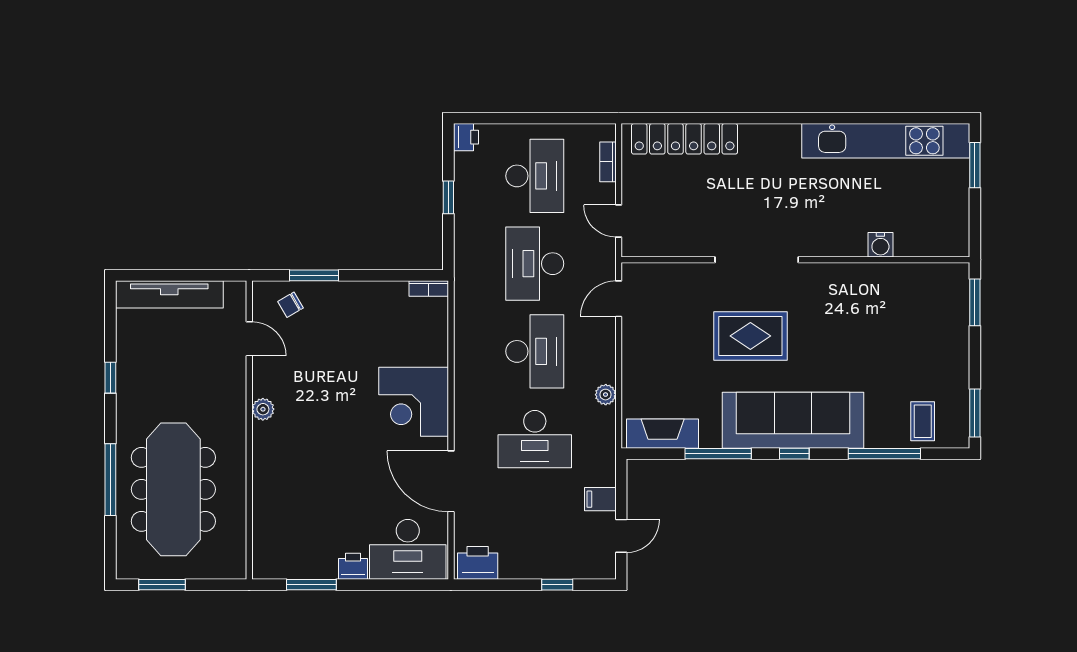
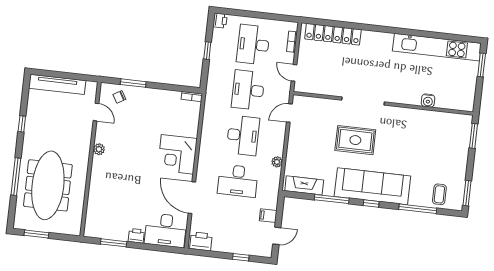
desk: (535, 176) -> (253, 45), turned 180

